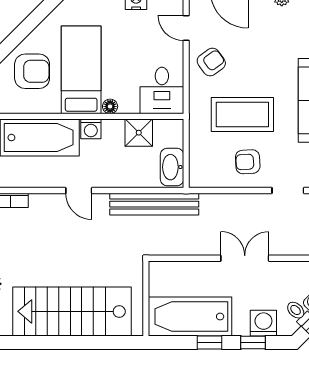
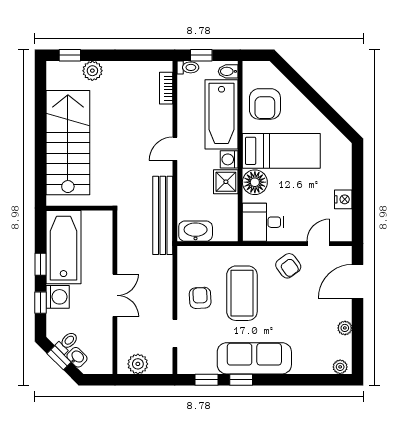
armchair: (32, 71) -> (265, 104), moved
floor lamp: (110, 106) -> (255, 182), width x1.89, depth x1.89
shower: (139, 133) -> (226, 182), moved
washing machine: (263, 323) -> (58, 297), moved

